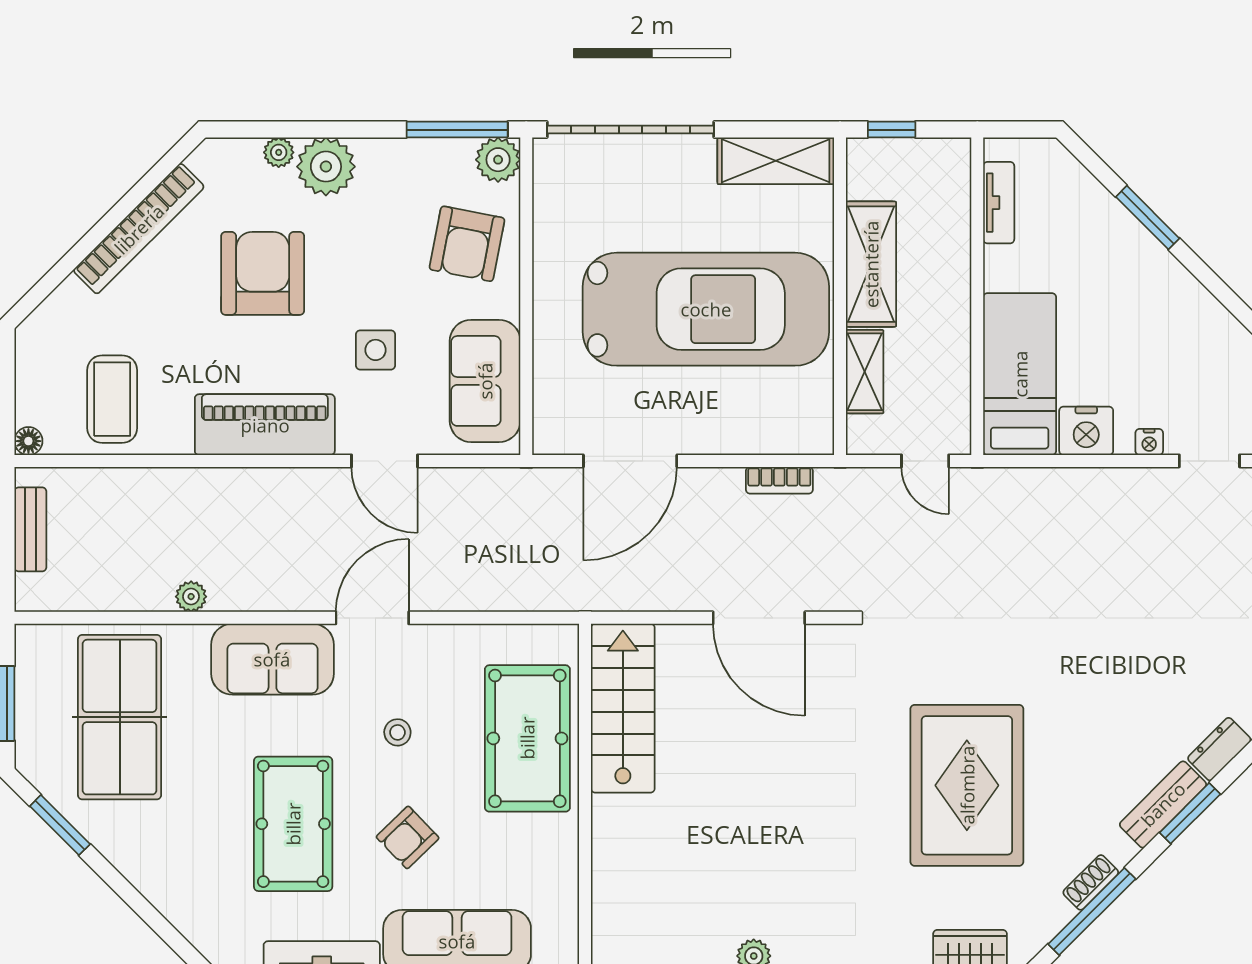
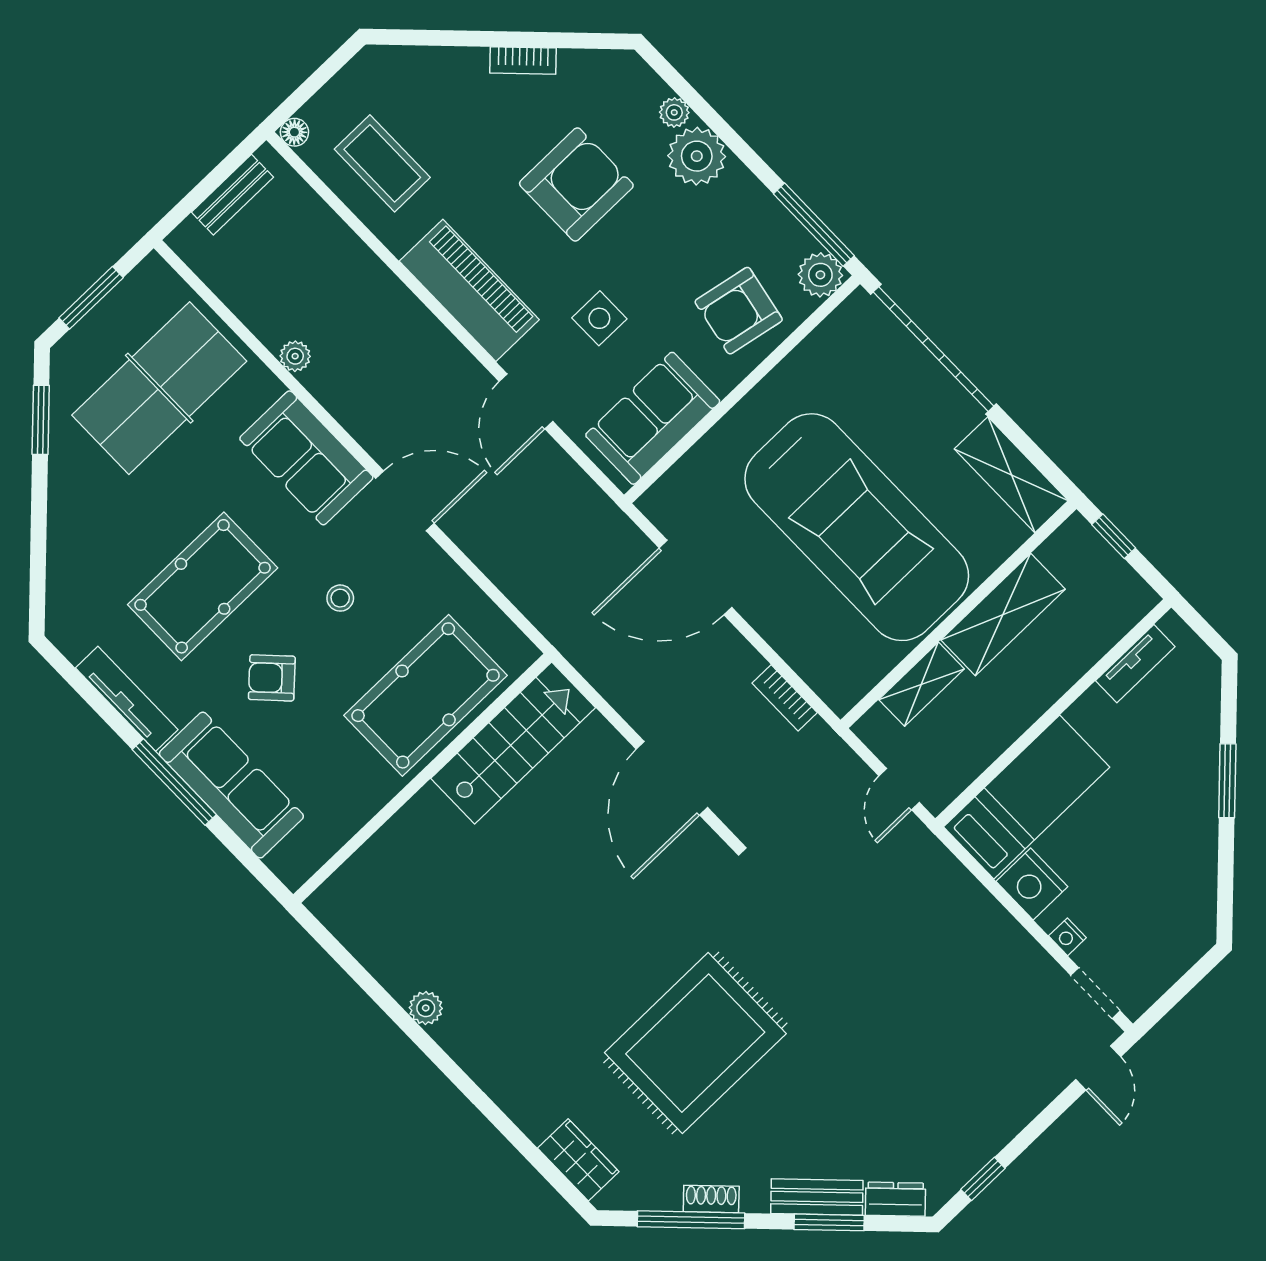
bookcase: (139, 229) -> (523, 61), width x0.43, depth x0.76
coffee table: (112, 399) -> (382, 163), turned 90

